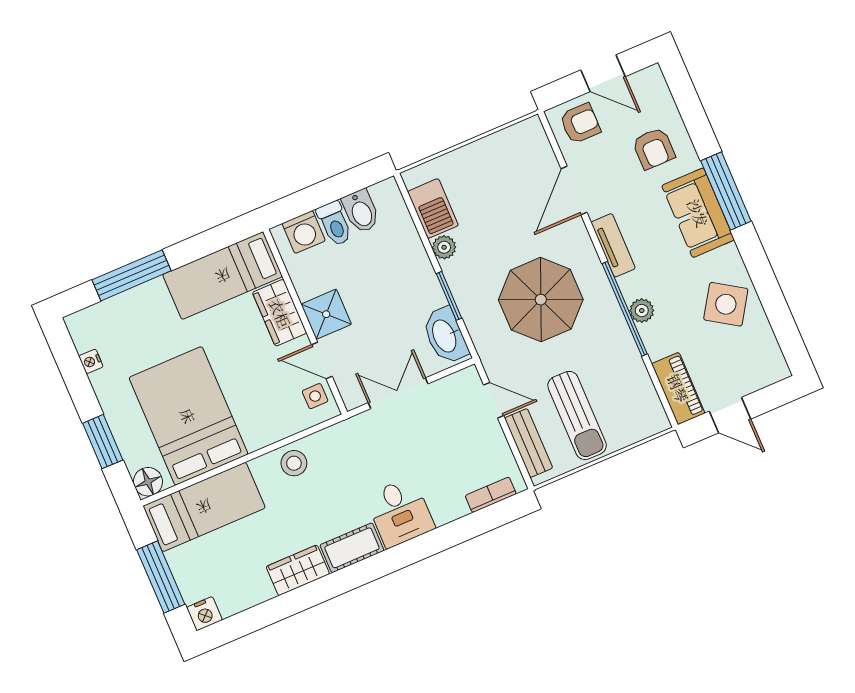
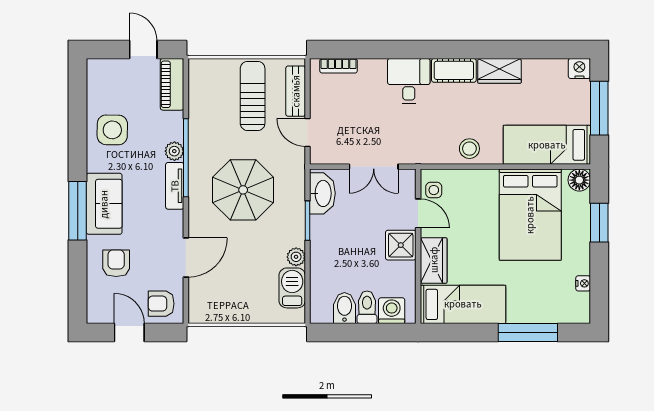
tv unit: (613, 245) -> (175, 186), moved
side table: (726, 304) -> (112, 130), turned -32

